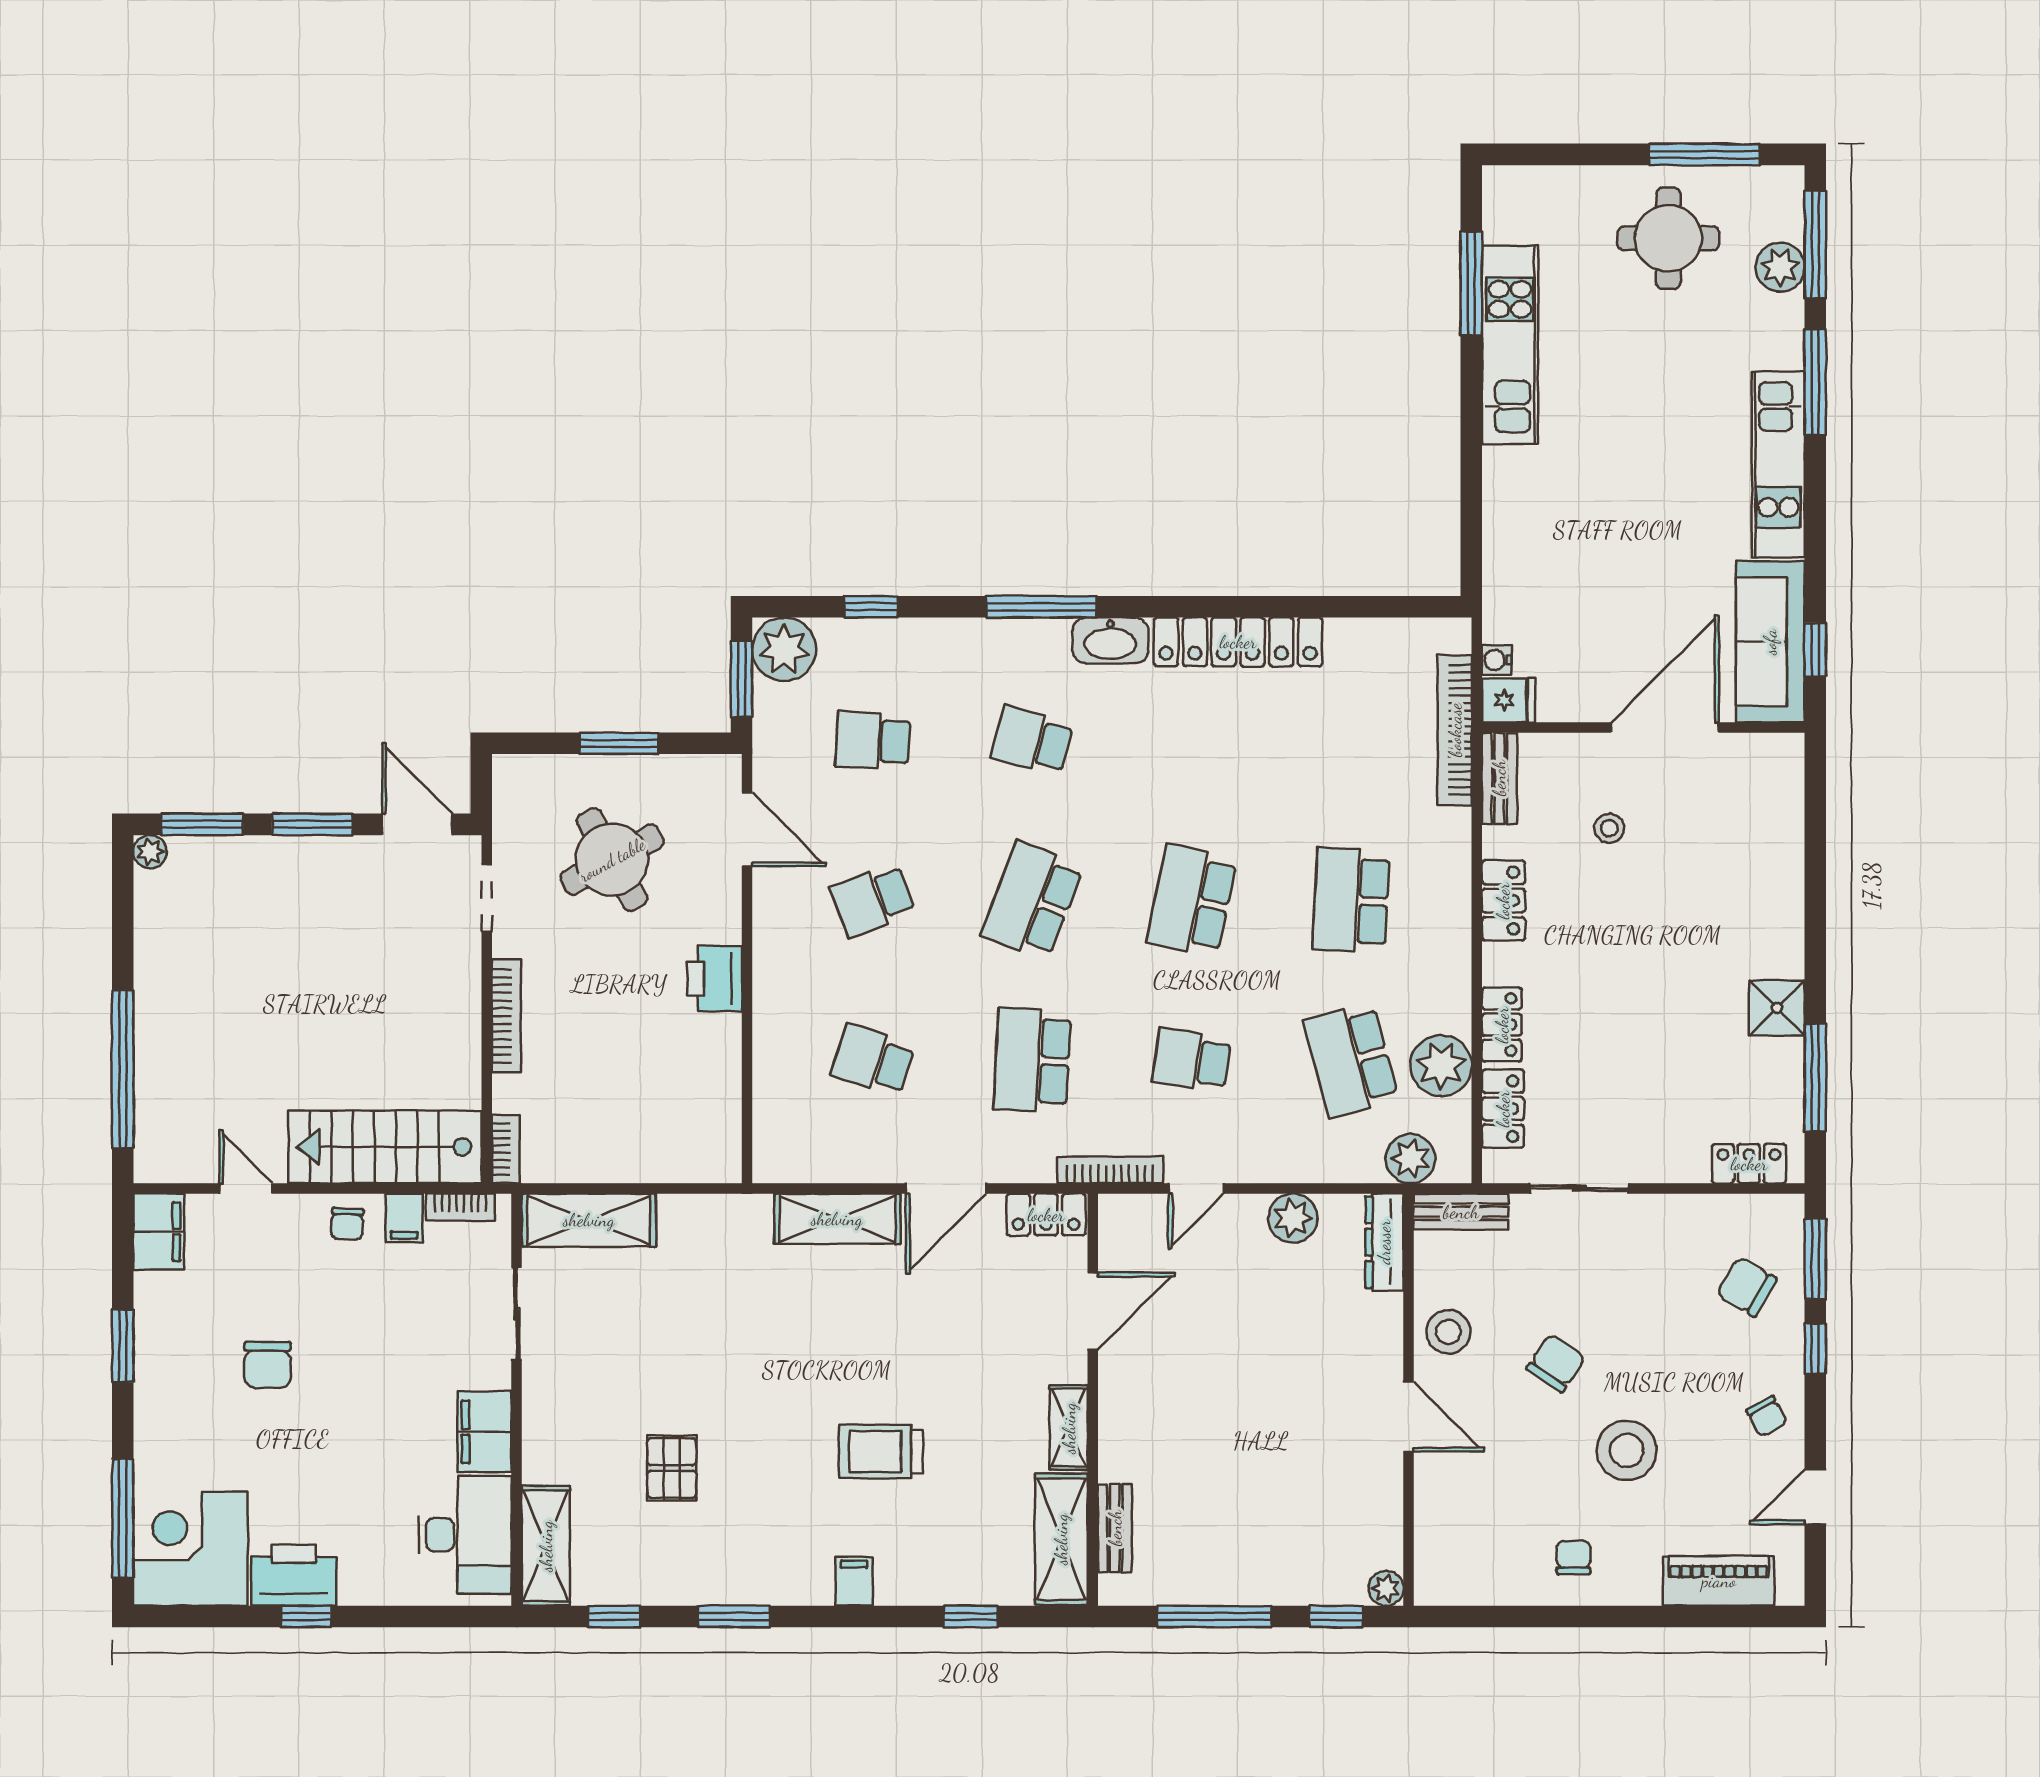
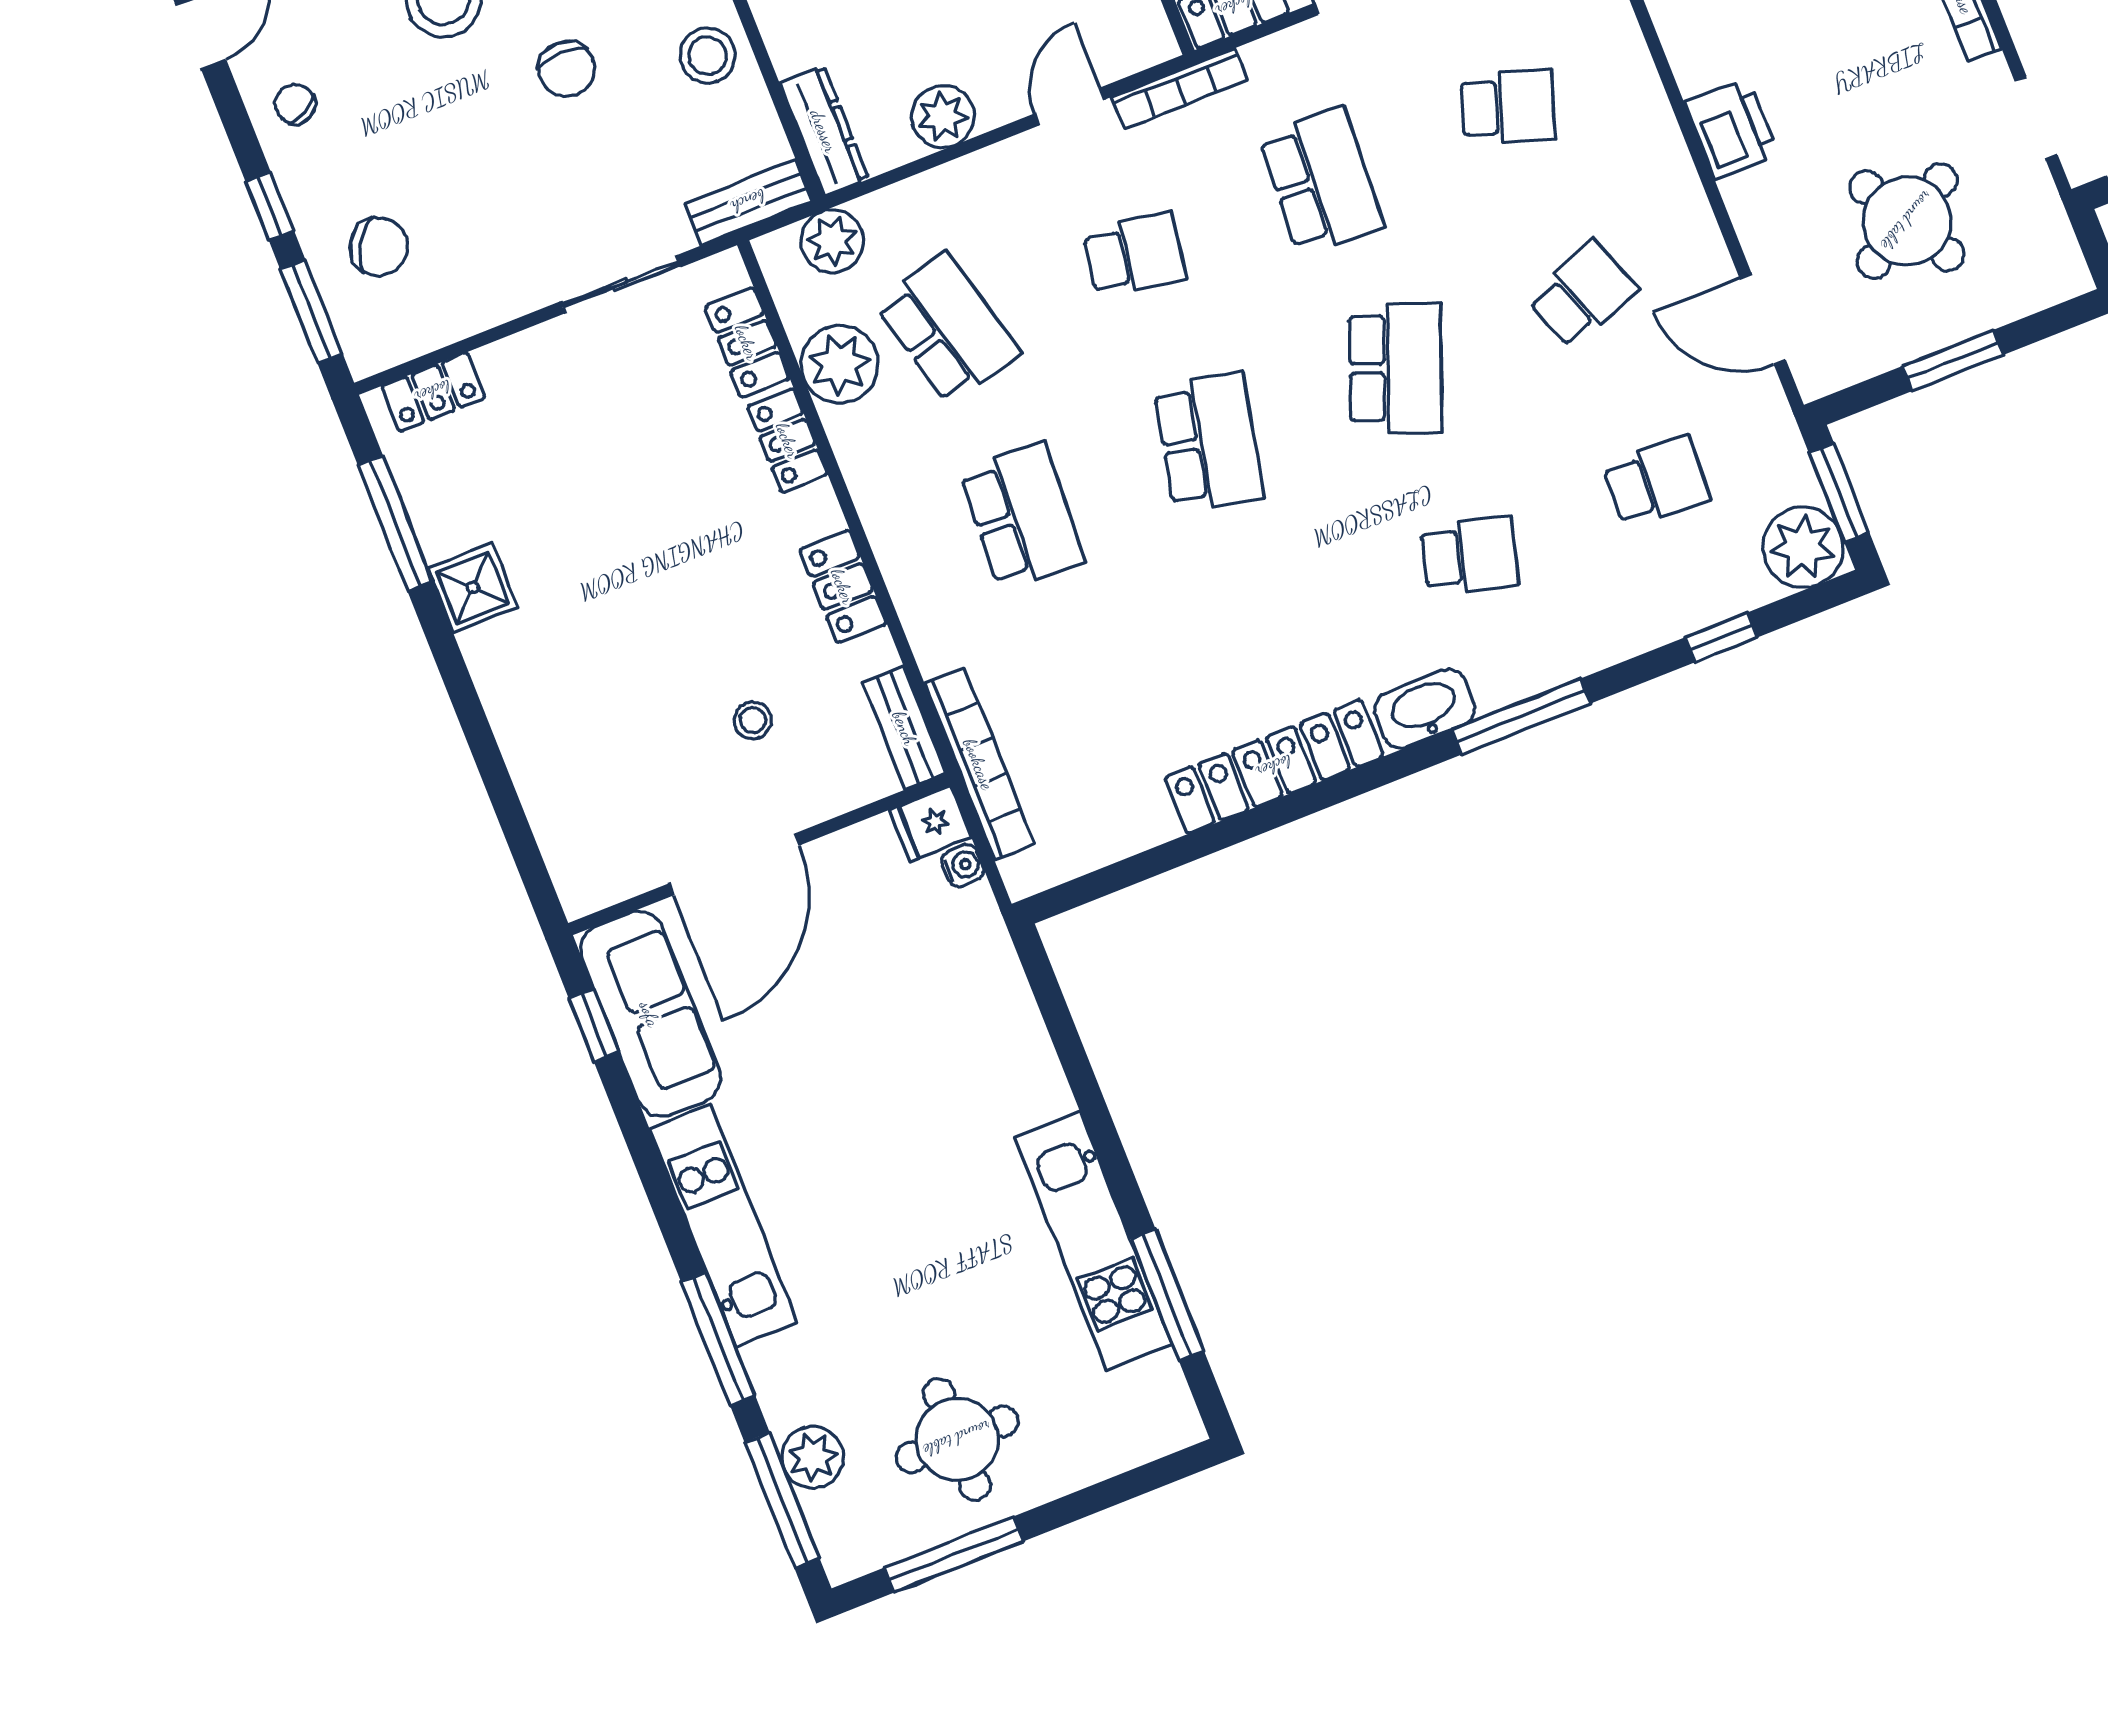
chair: (1556, 1363) -> (567, 69), turned -34

